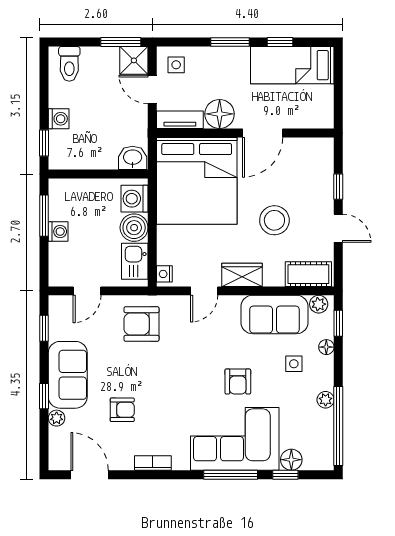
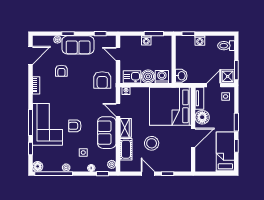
door: (263, 133) -> (193, 138), swing flipped
door: (338, 228) -> (148, 174), swing flipped
cot: (308, 274) -> (126, 149), moved
sofa: (274, 315) -> (107, 133), moved
armchair: (142, 324) -> (102, 80), turned 180
floor lamp: (291, 460) -> (38, 166), moved

